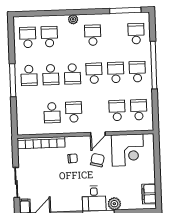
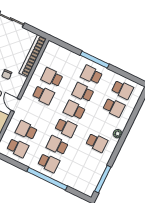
school desk: (136, 34) -> (80, 178), removed
school desk: (116, 72) -> (57, 145), turned 180
school desk: (117, 110) -> (26, 130), turned 180

